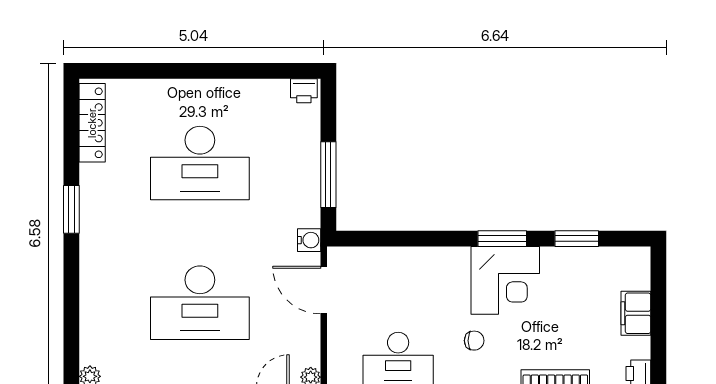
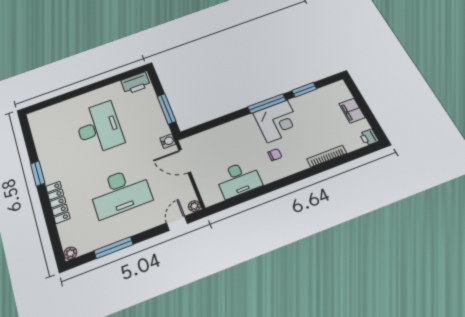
printer: (304, 91) -> (136, 83), width x1.87, depth x1.48
locker: (92, 123) -> (58, 202), moved
desk: (200, 163) -> (99, 128), turned -90
window: (502, 239) -> (267, 104), width x1.44

